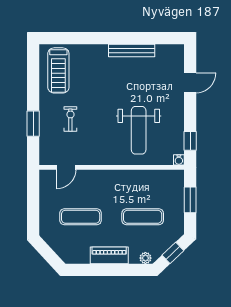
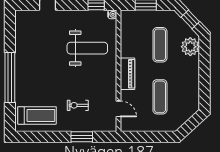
window: (104, 38) -> (10, 77), added
bench: (132, 50) -> (20, 54), removed
piano: (109, 255) -> (127, 74), moved, turned 180
plant: (145, 258) -> (190, 47), width x1.88, depth x1.88

